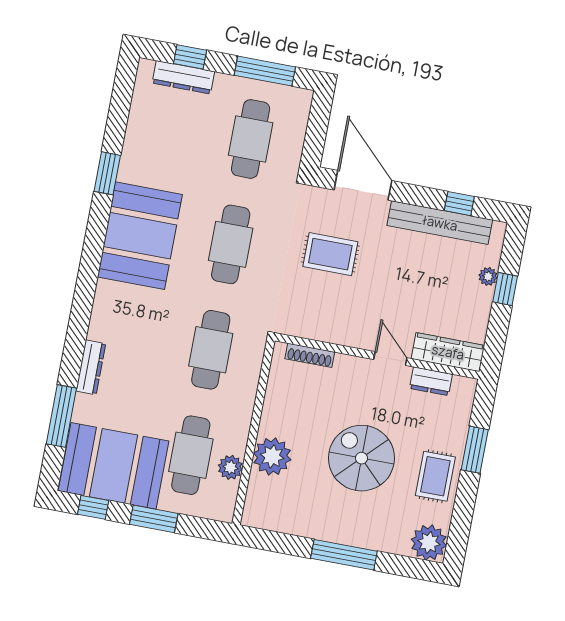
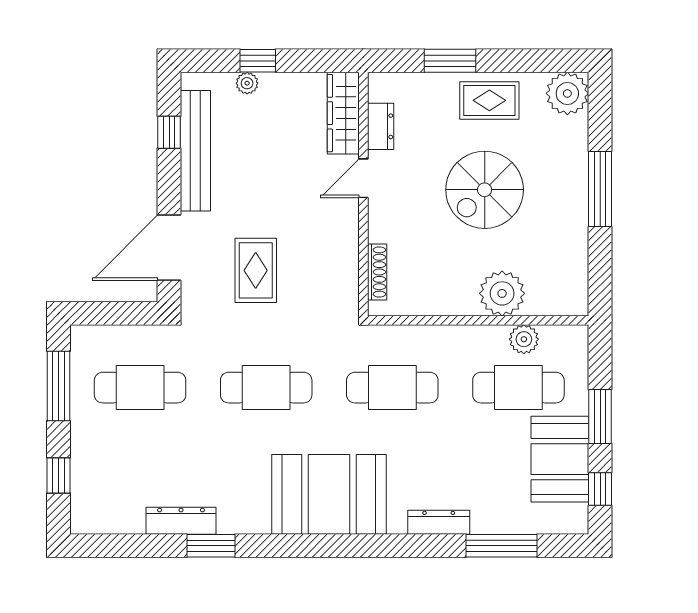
dresser: (183, 77) -> (181, 521), moved, turned -90
booth: (140, 236) -> (329, 494), moved
booth: (113, 466) -> (560, 459), width x0.73, depth x0.70

